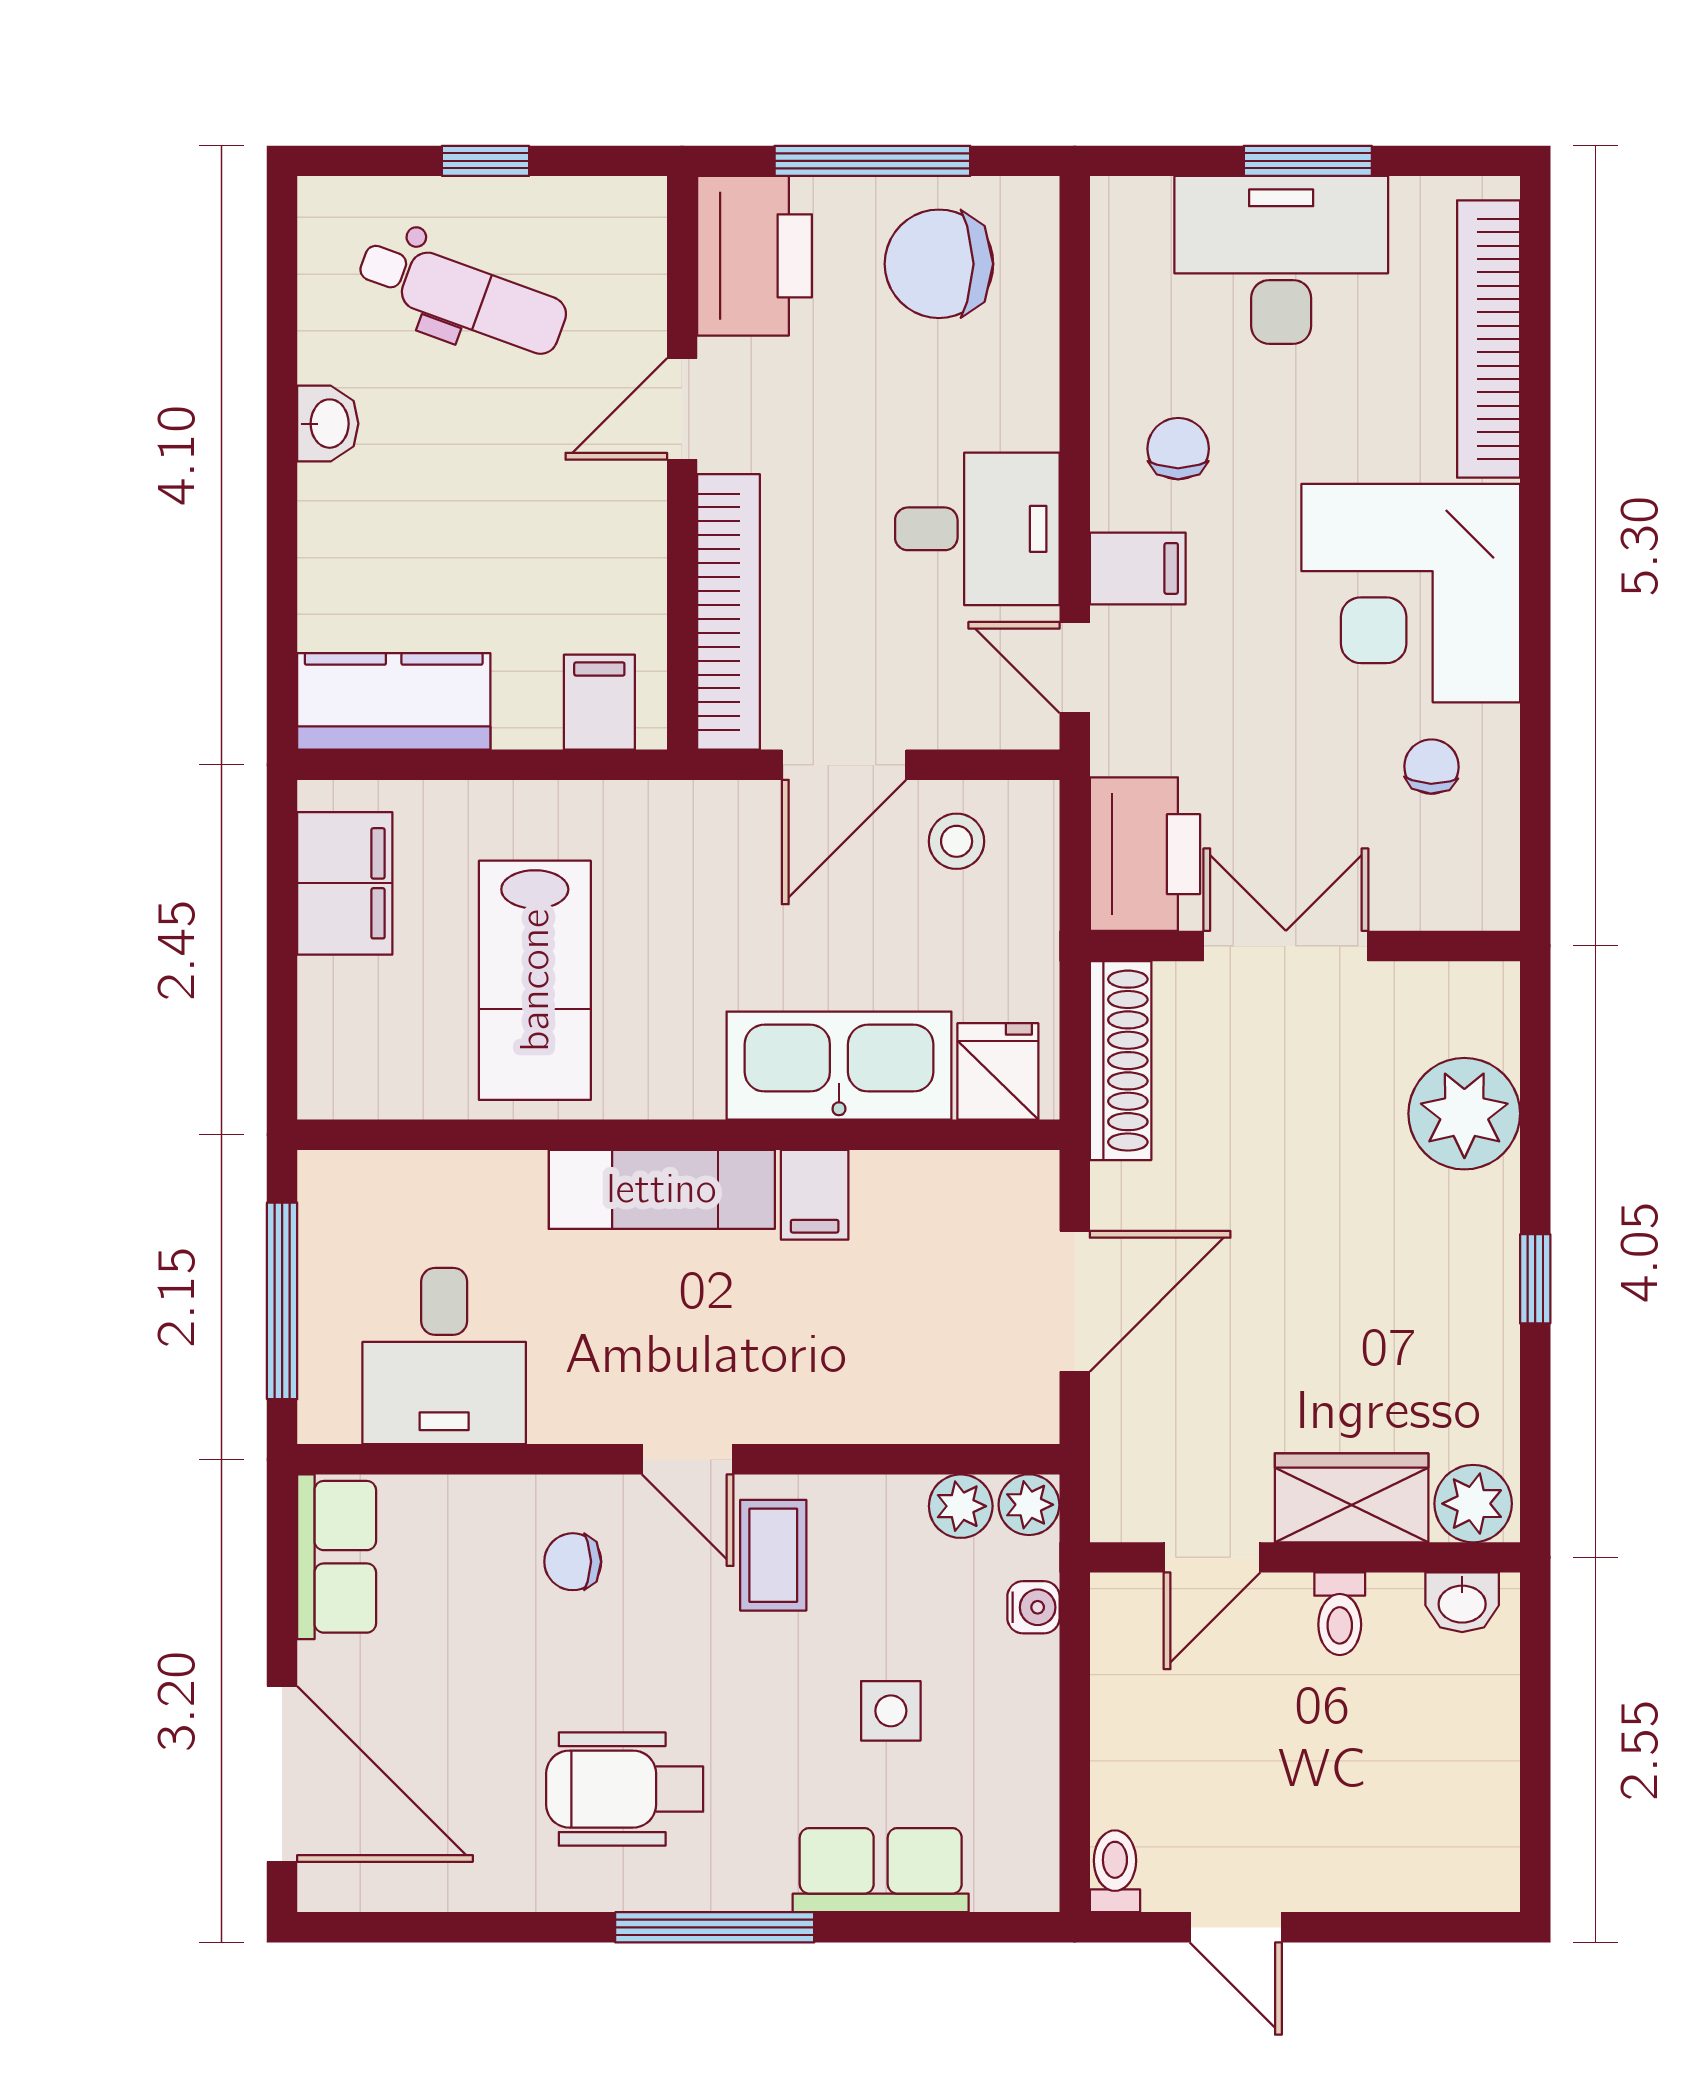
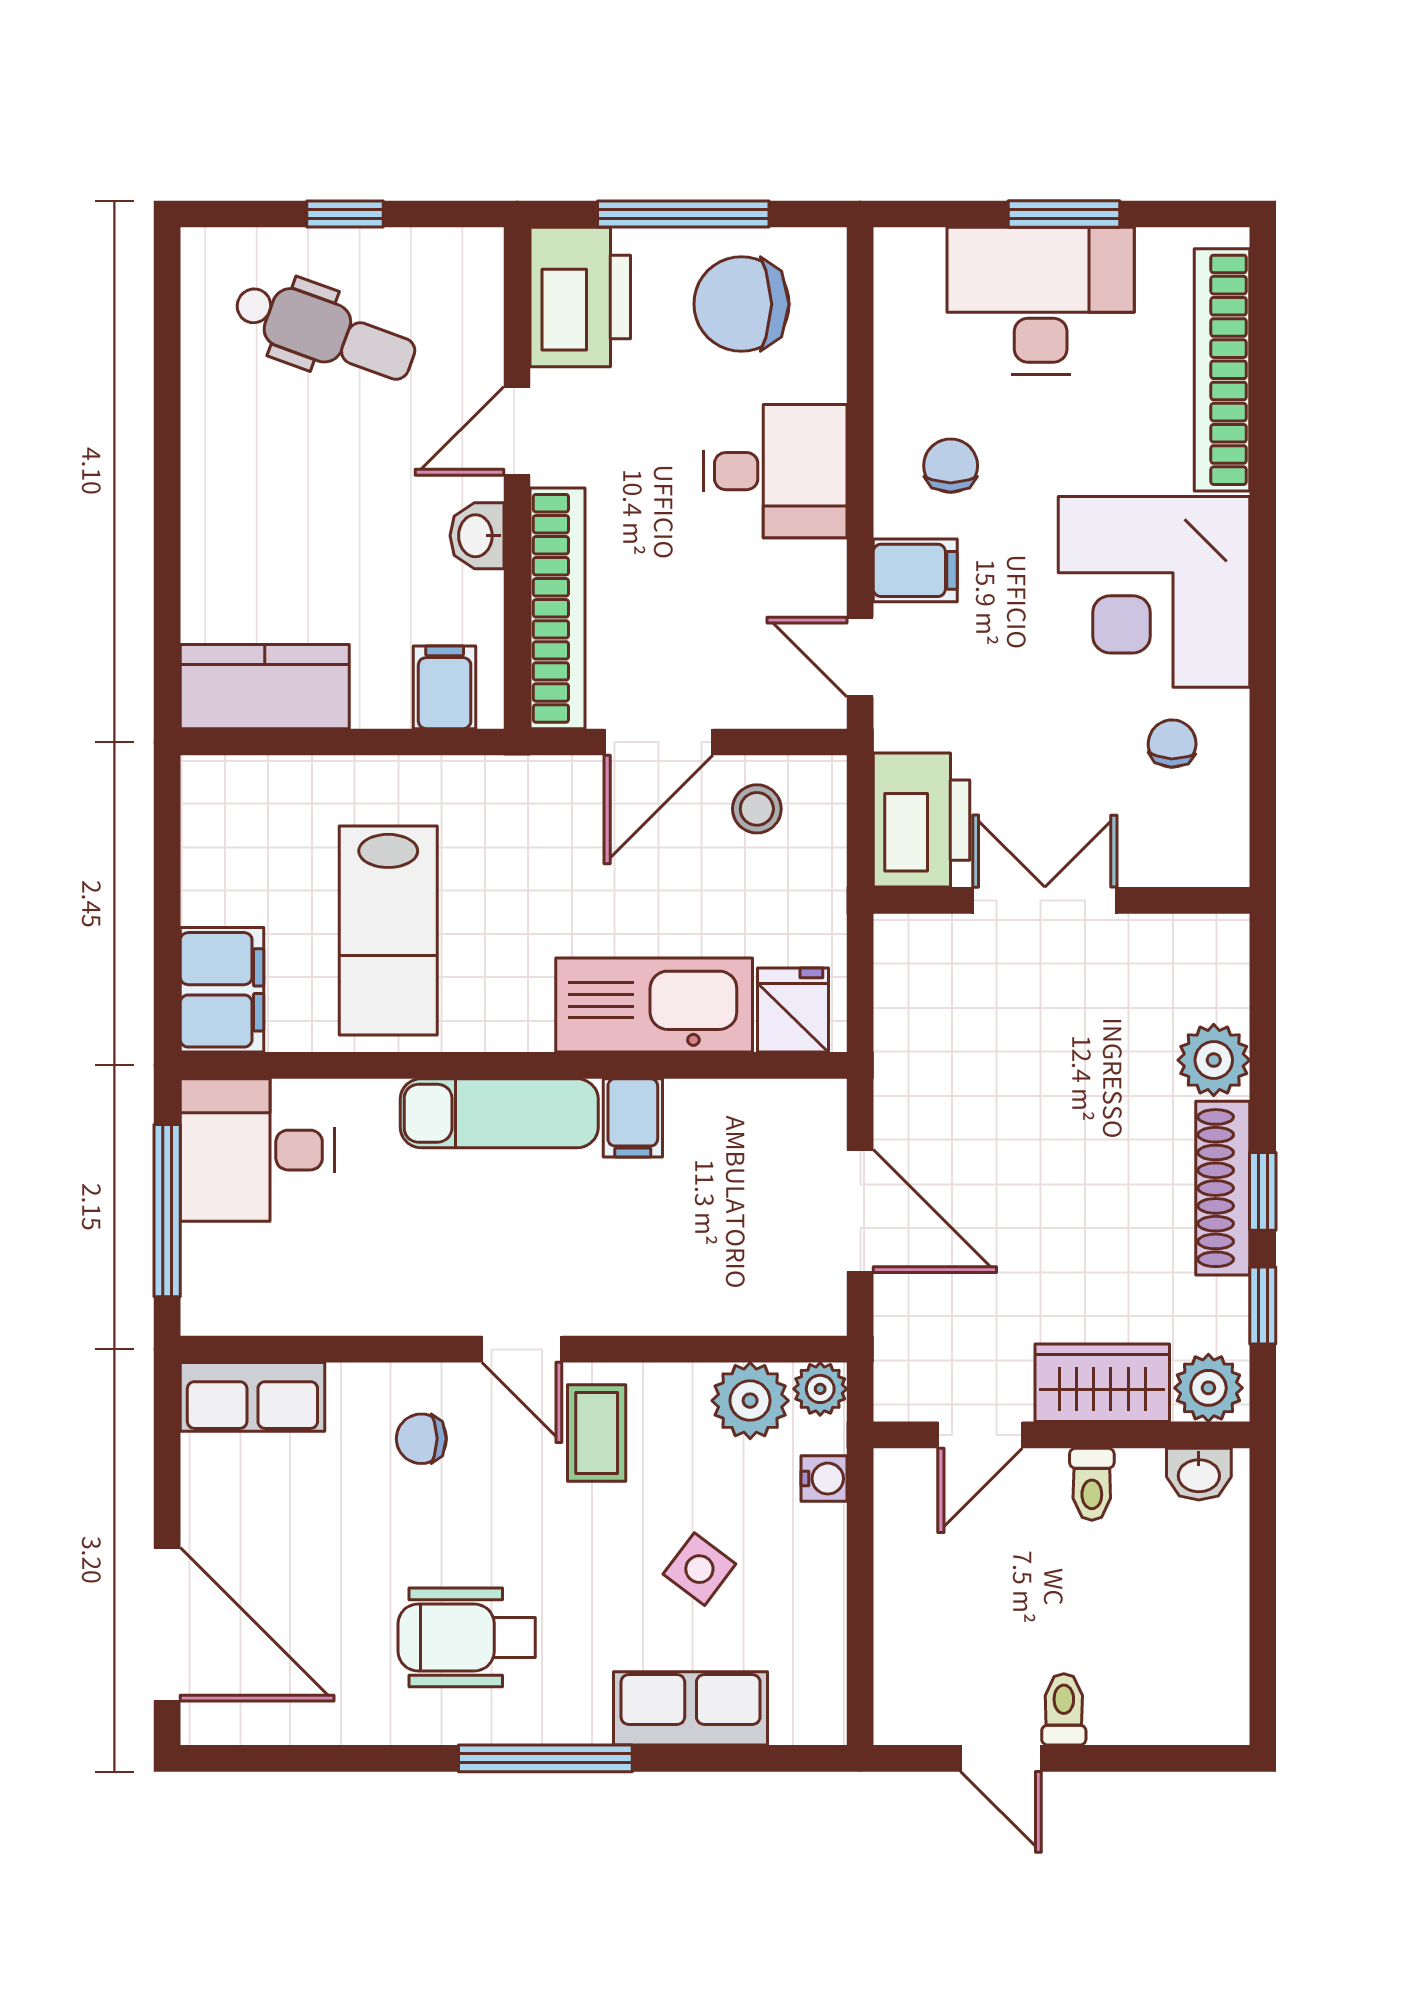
washbasin: (328, 424) -> (477, 536), moved, turned 180
desk: (977, 529) -> (775, 471), moved
filing cabinet: (345, 883) -> (222, 990), moved
shoe rack: (1121, 1061) -> (1223, 1188), moved, turned 180
plant: (1464, 1114) -> (1214, 1060), width x0.73, depth x0.73
door: (1075, 1301) -> (860, 1211), hinge flipped
desk: (444, 1356) -> (257, 1150), moved, turned 90
window: (1535, 1409) -> (1263, 1305), added
plant: (961, 1506) -> (750, 1401), width x1.38, depth x1.38
row of seats: (337, 1557) -> (252, 1397), moved, turned 90
side table: (891, 1711) -> (699, 1569), turned 37
toilet: (1115, 1871) -> (1064, 1709), moved

